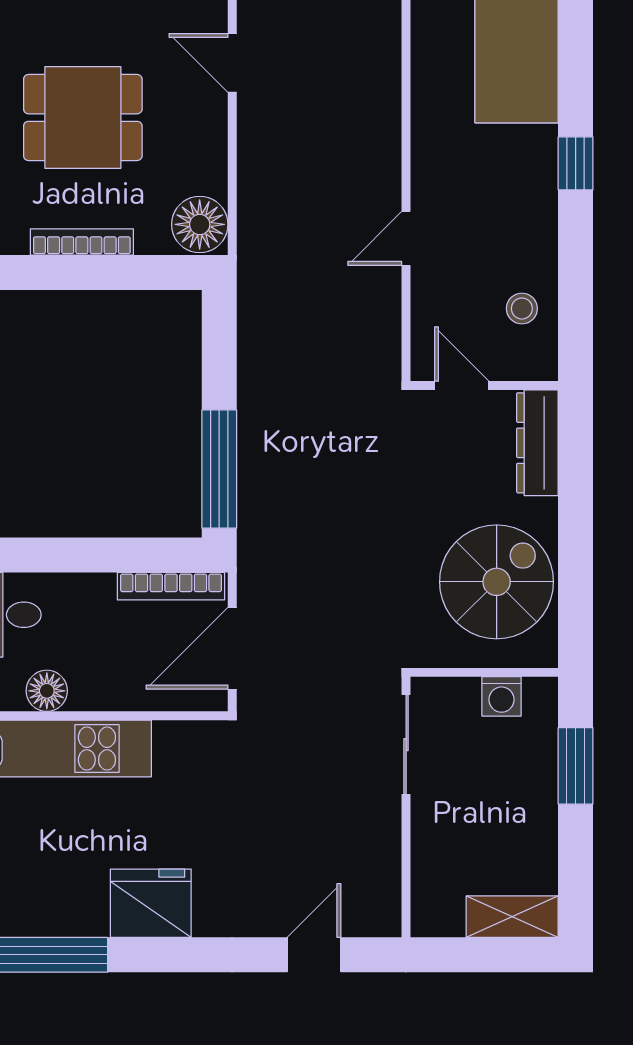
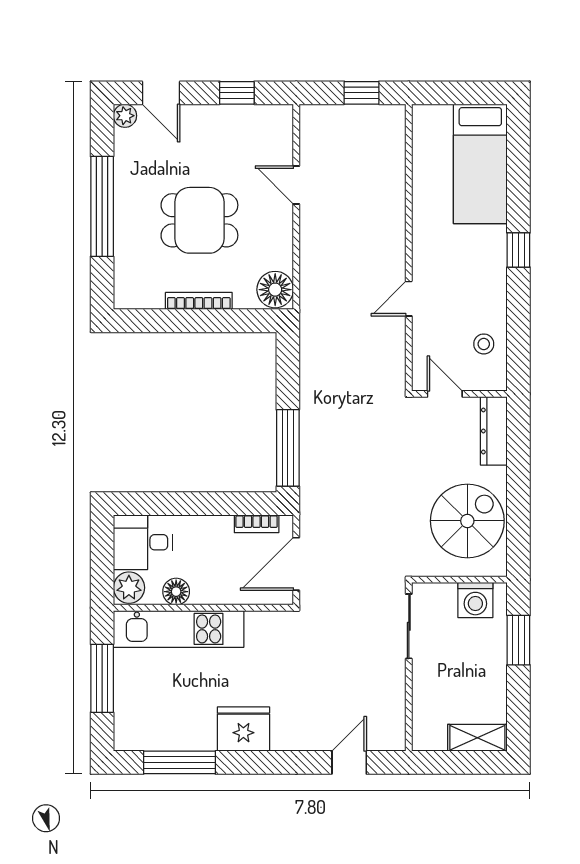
bookcase: (171, 586) -> (257, 524), width x0.64
washing machine: (501, 696) -> (475, 600), width x1.38, depth x1.38

